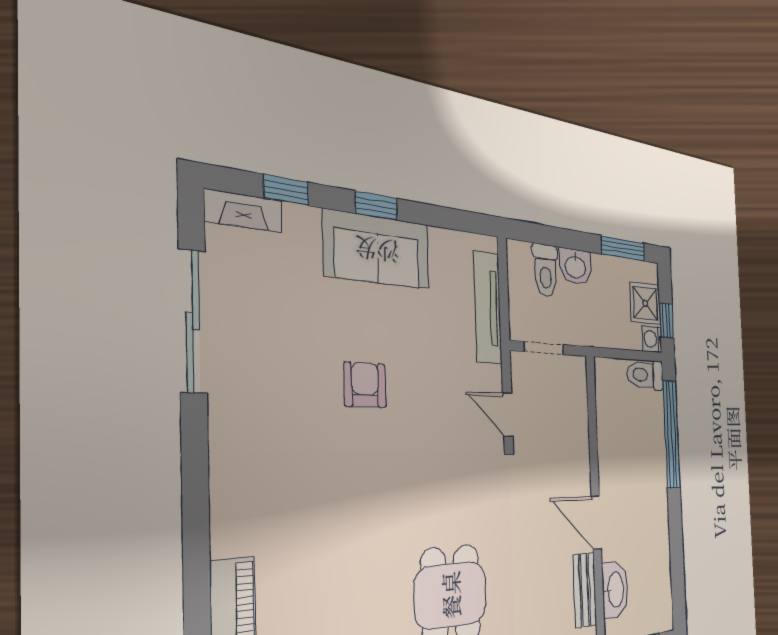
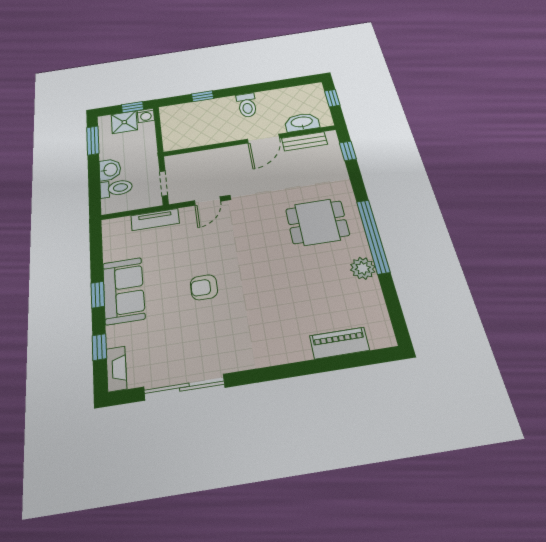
tv unit: (488, 308) -> (155, 219), width x0.71
toilet: (645, 375) -> (247, 105), moved
window: (671, 434) -> (203, 96), width x0.32

